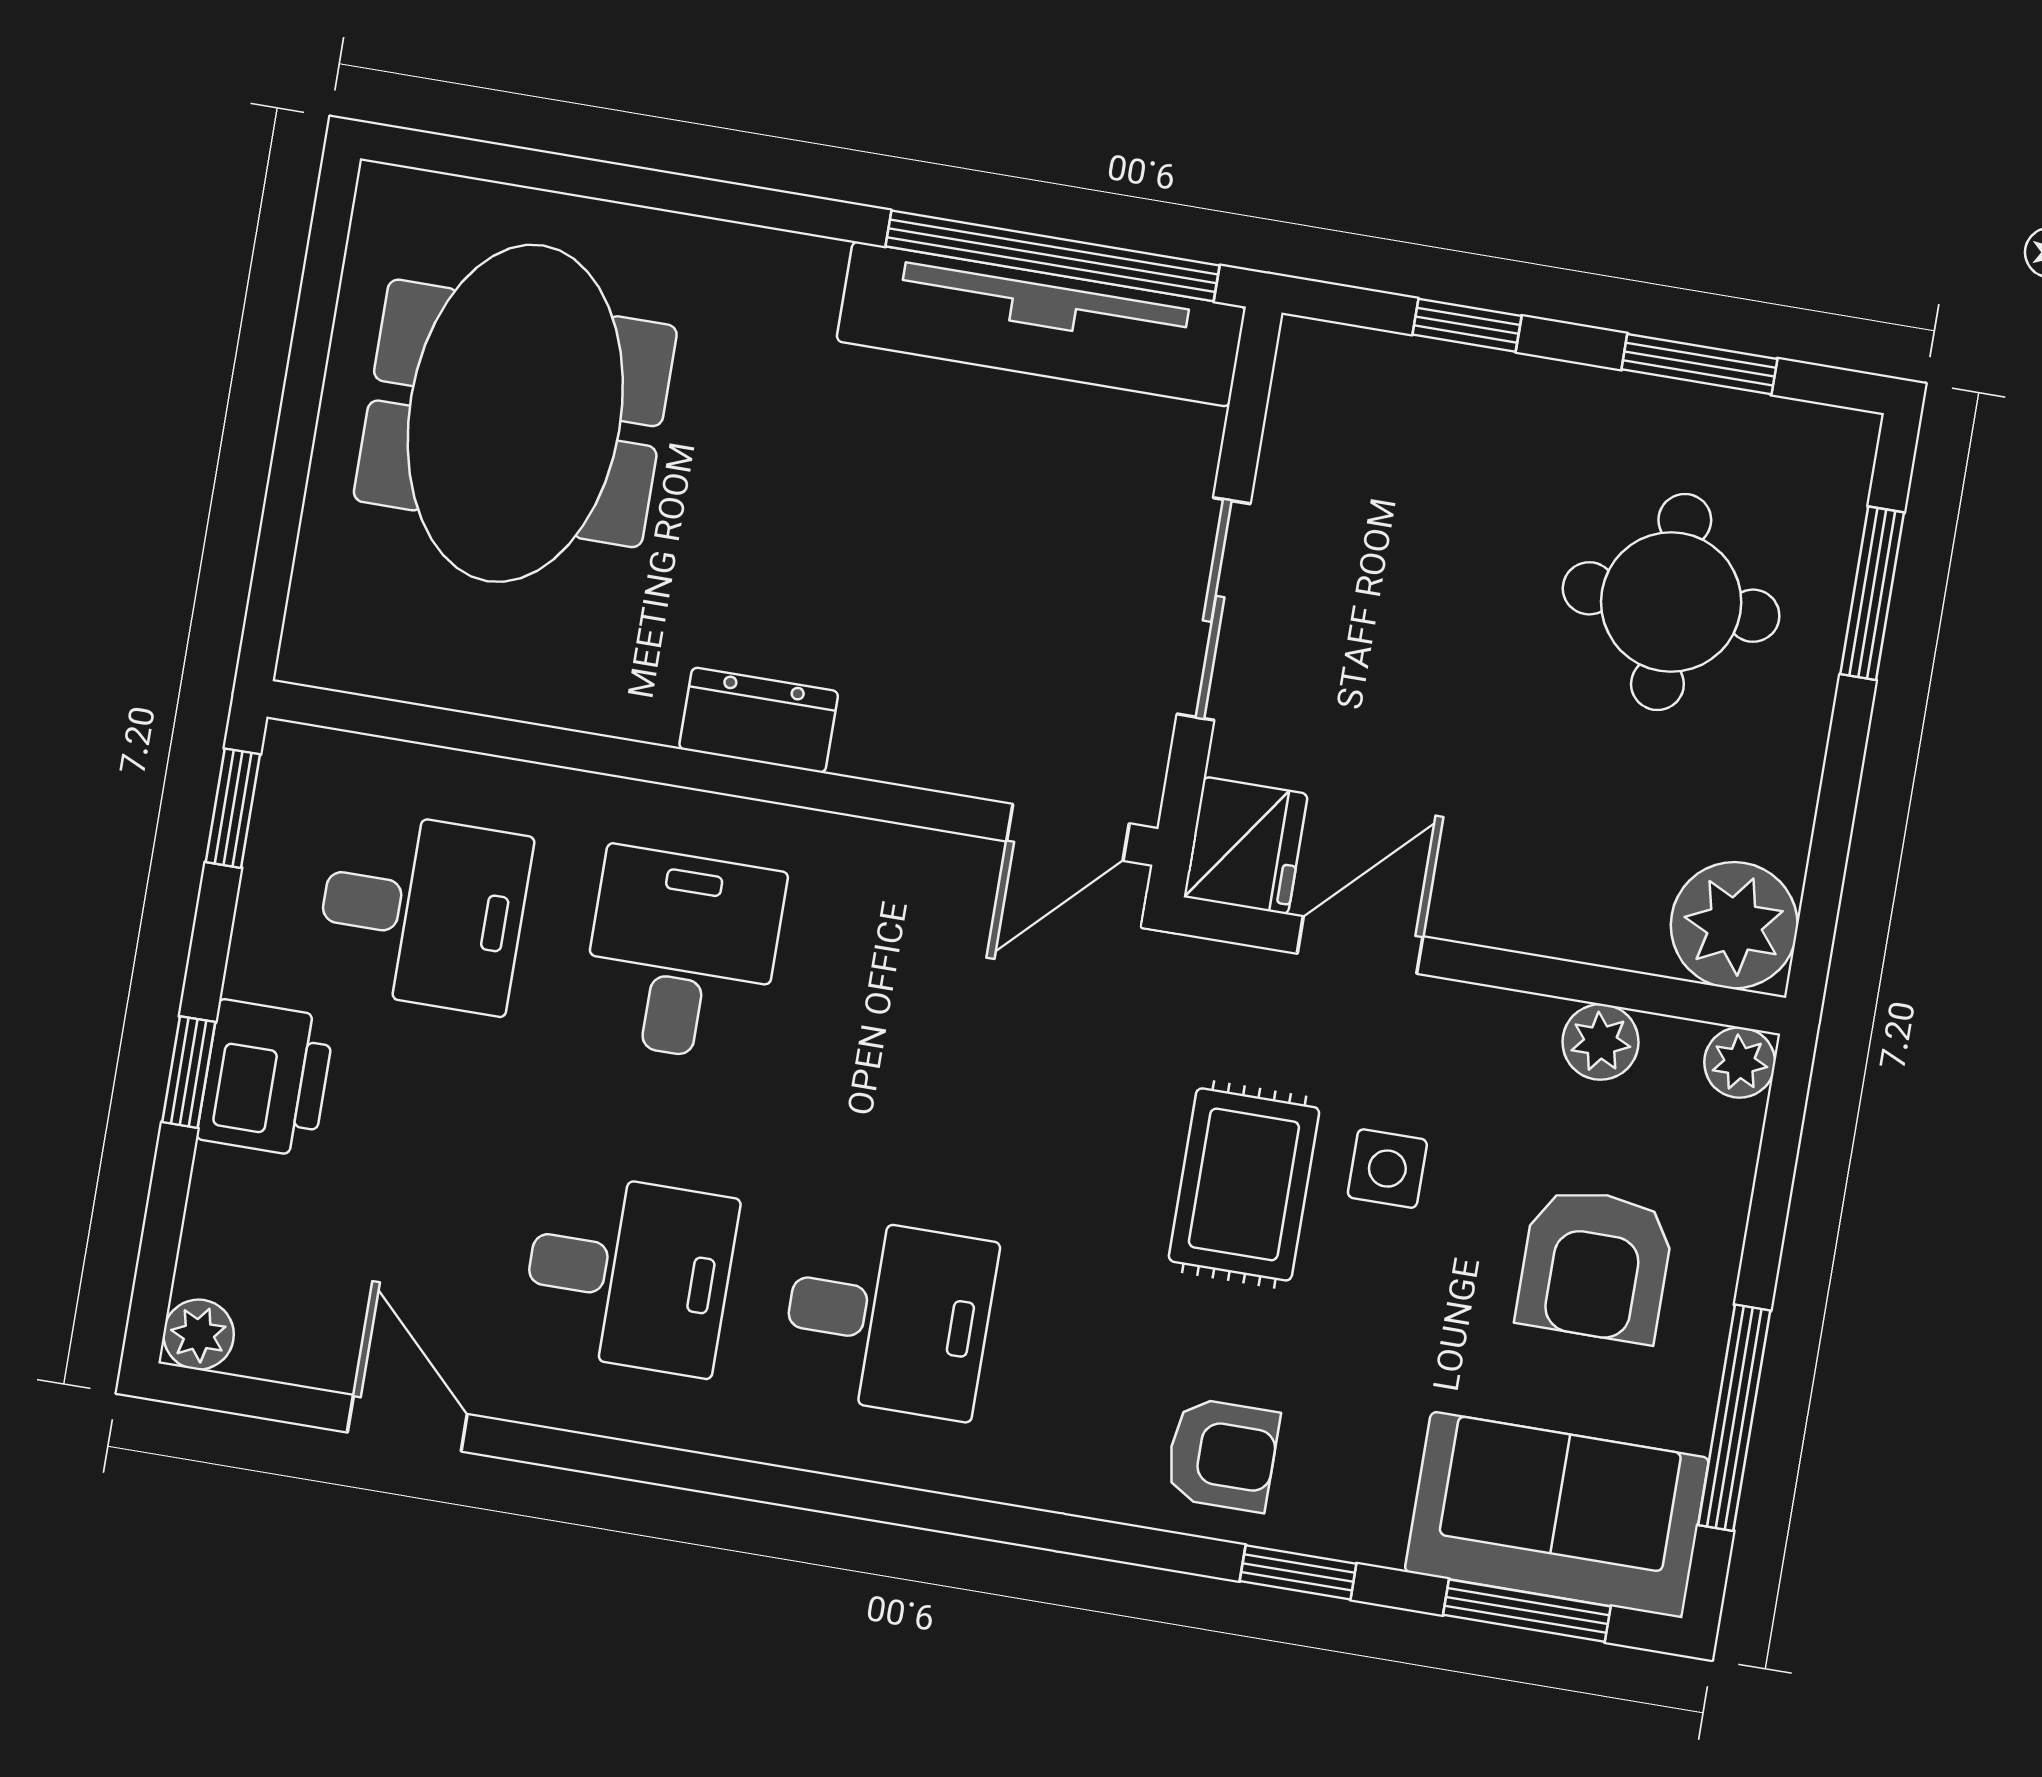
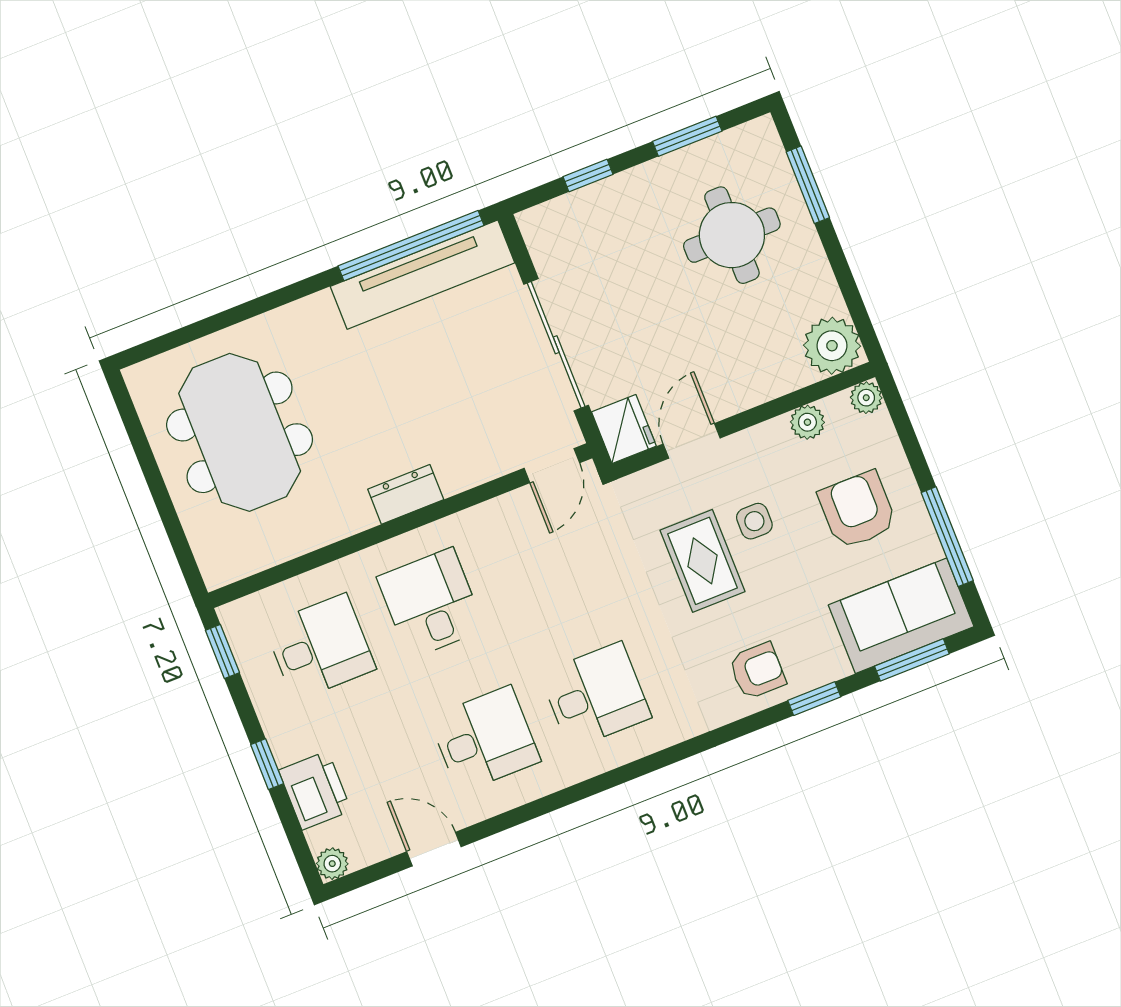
sliding door: (1214, 609) -> (556, 345), width x1.37
printer: (266, 1078) -> (315, 790), moved
armchair: (1595, 1265) -> (858, 510), turned 180

